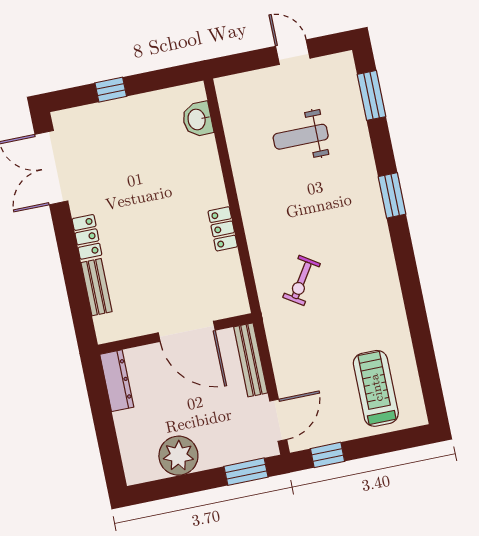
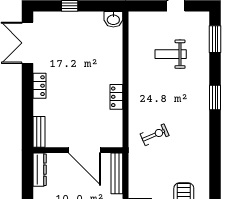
washbasin: (197, 119) -> (113, 19), moved, turned -90
exercise bike: (302, 280) -> (155, 135), turned -146
bench: (97, 287) -> (39, 132), moved

